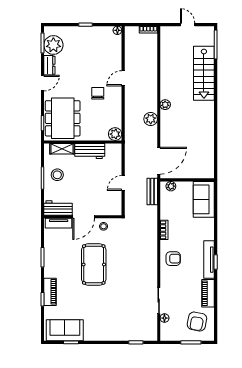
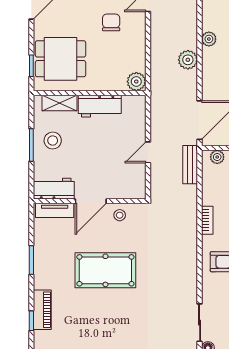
dining table: (63, 118) -> (61, 59), width x0.73
pool table: (94, 265) -> (105, 270), turned 90

